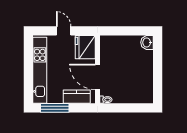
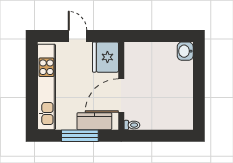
door: (98, 77) -> (121, 96), hinge flipped
window: (55, 108) -> (80, 136), moved

